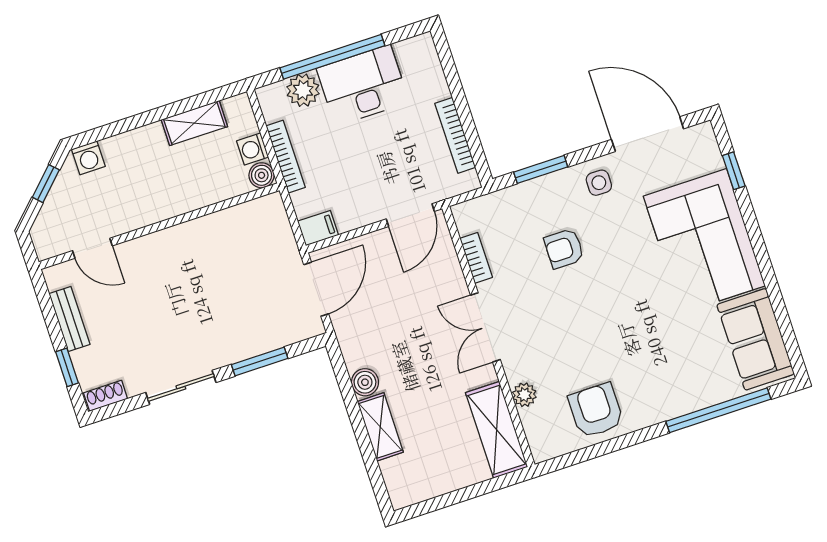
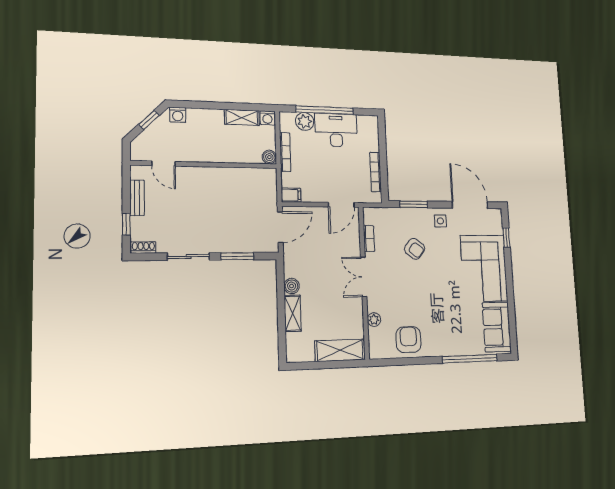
washing machine: (253, 149) -> (267, 118), moved, turned -90
armchair: (564, 249) -> (415, 249), turned -142
shelving: (497, 430) -> (340, 350), moved, turned 90

